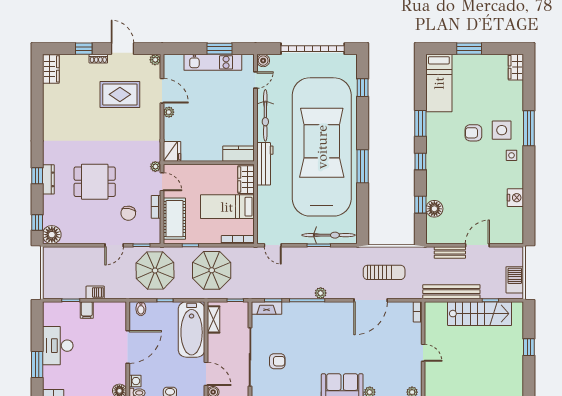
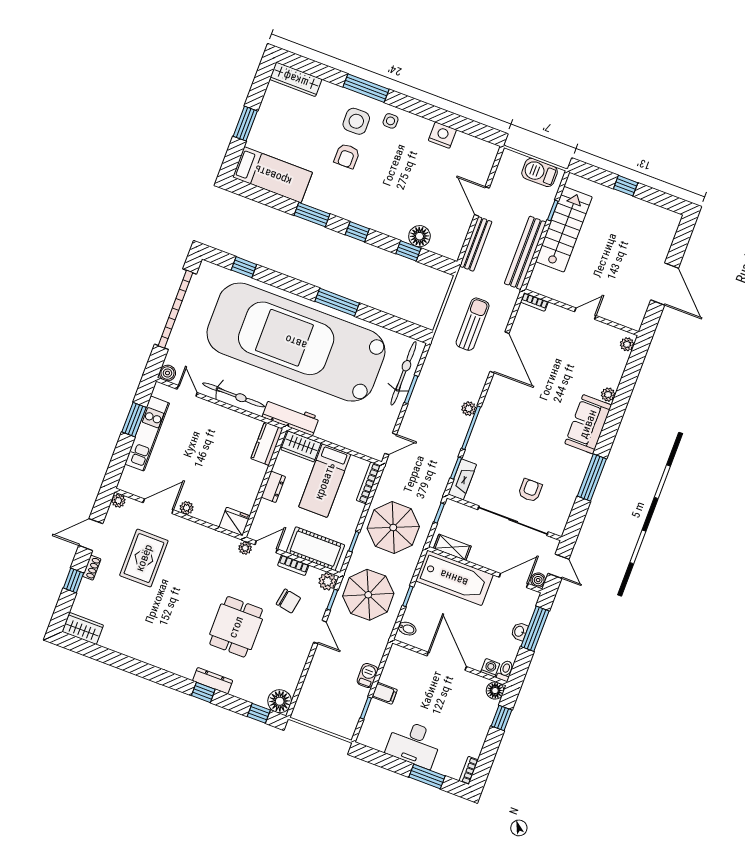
wardrobe: (516, 67) -> (296, 79), width x1.50
dresser: (208, 170) -> (273, 487), added
plant: (154, 237) -> (327, 581), added
bench: (450, 252) -> (476, 244), width x1.36

